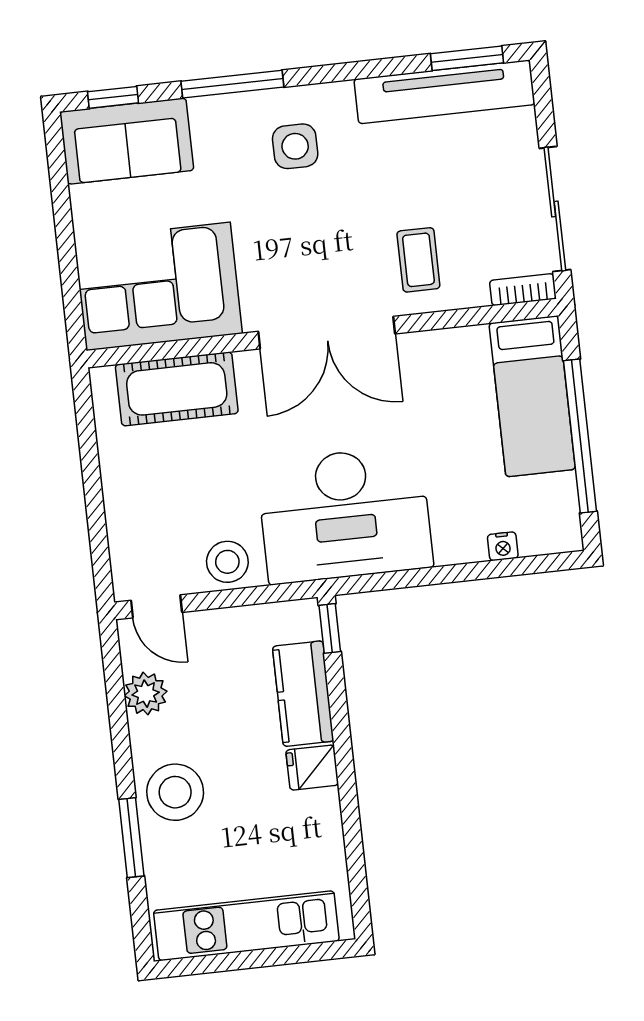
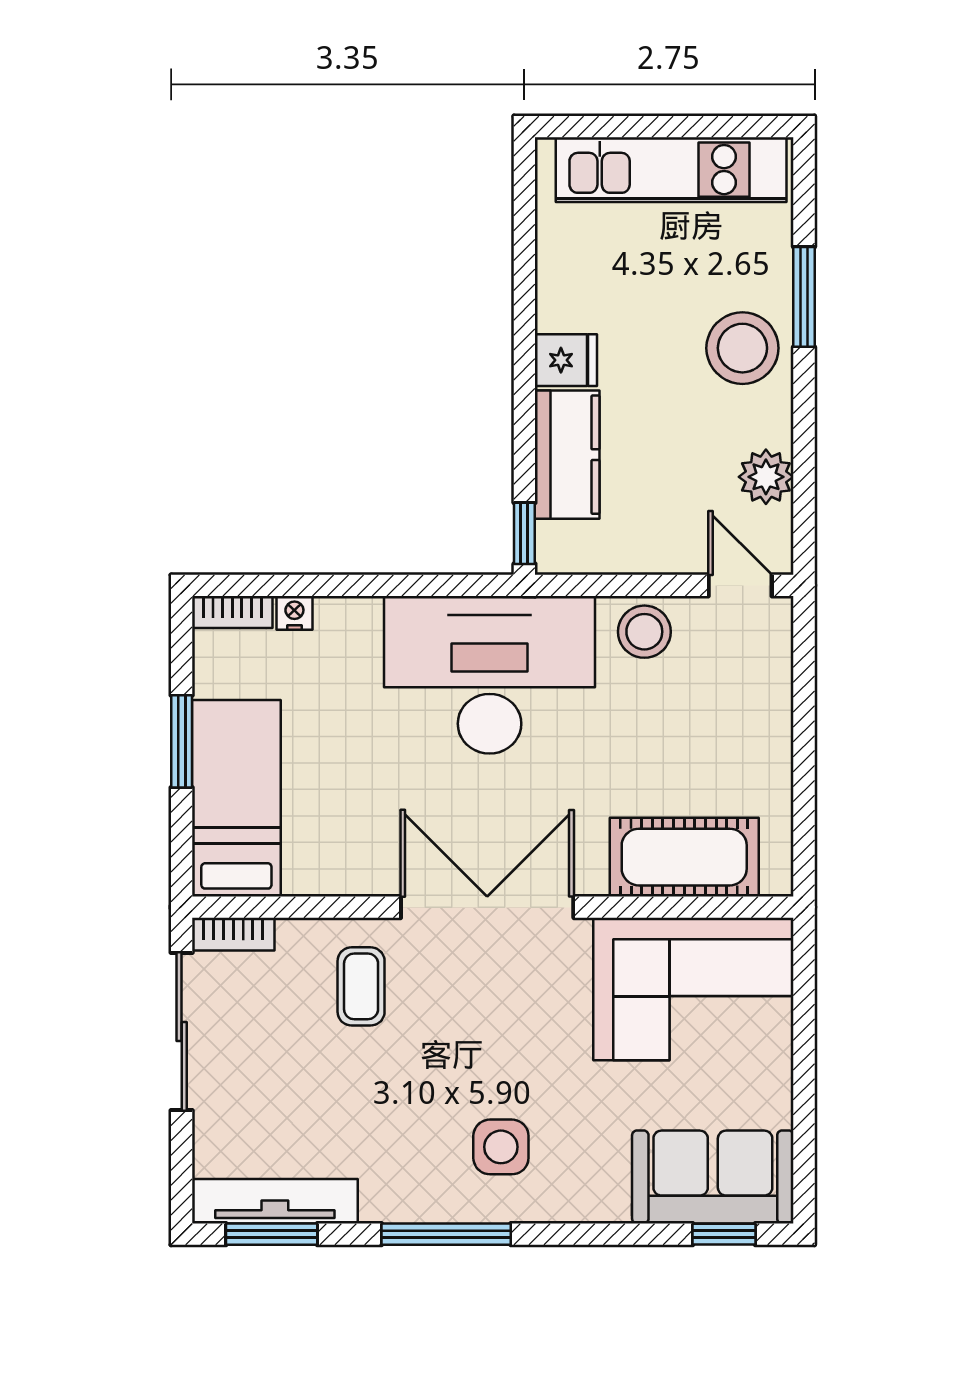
window: (232, 84) -> (446, 1234), moved
tv unit: (444, 92) -> (275, 1201), width x0.73, depth x0.78
window: (580, 436) -> (182, 741), width x0.47
bookcase: (552, 542) -> (232, 612), added

